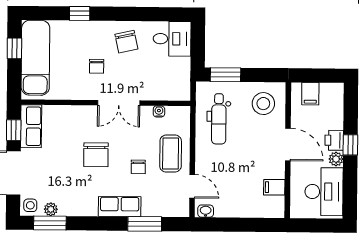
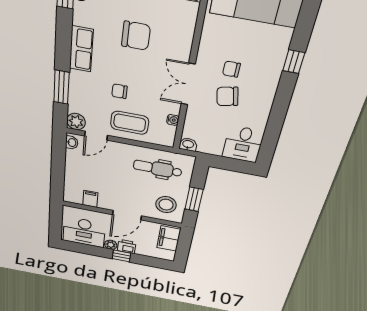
chair: (126, 42) -> (227, 96), moved
window: (225, 75) -> (194, 199), moved
washbasin: (183, 92) -> (188, 144), added
filing cabinet: (310, 94) -> (169, 238), width x2.00
chair: (96, 155) -> (136, 36), moved, turned 180
row of seats: (120, 207) -> (81, 49), moved
plant: (180, 208) -> (76, 122), added

